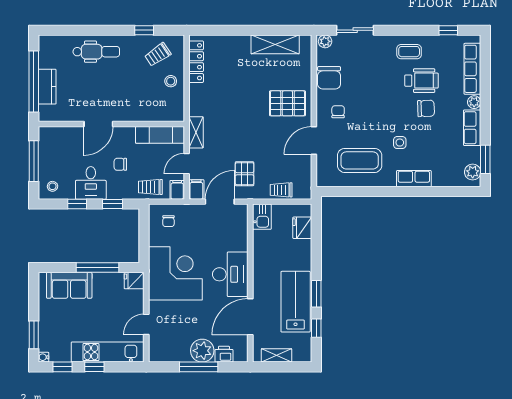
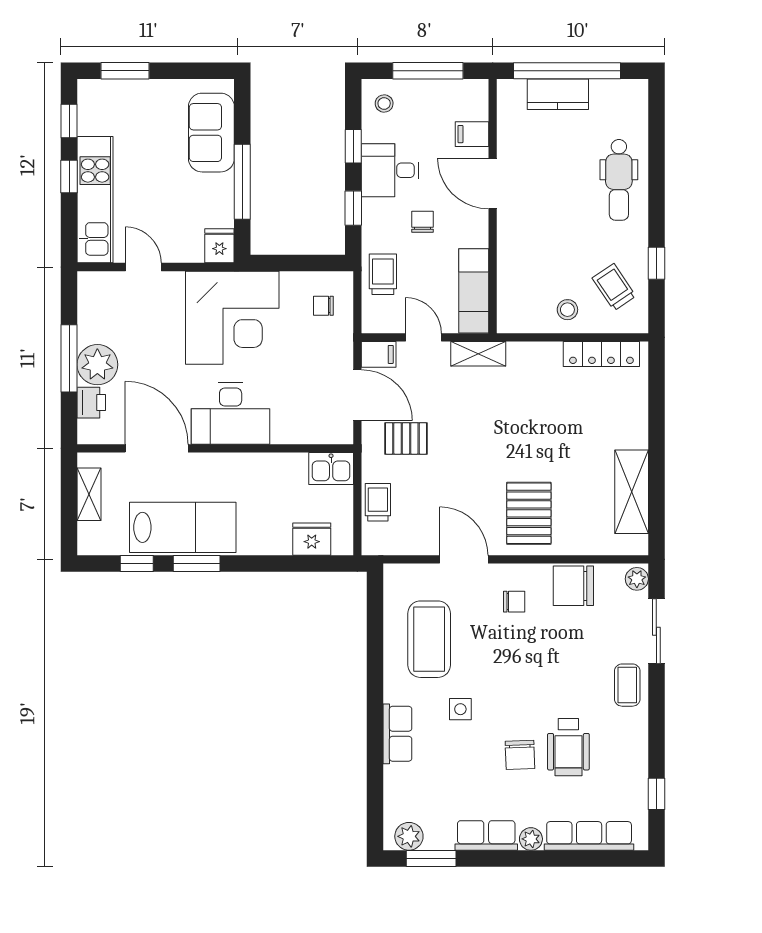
coffee table: (409, 52) -> (627, 685), moved
filing cabinet: (177, 190) -> (472, 134), moved, turned 180
water cooler: (43, 357) -> (86, 88), removed

